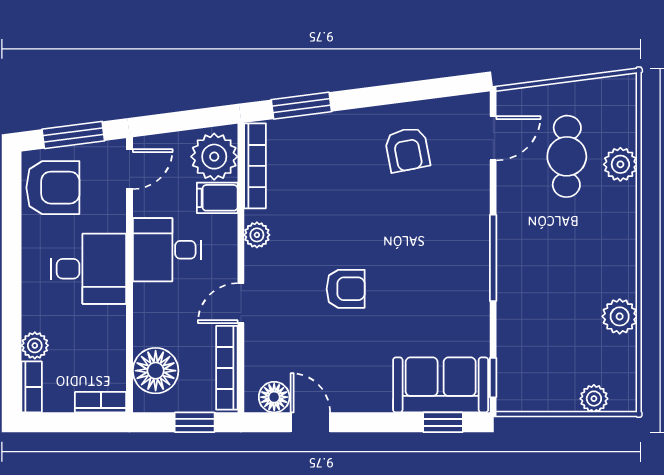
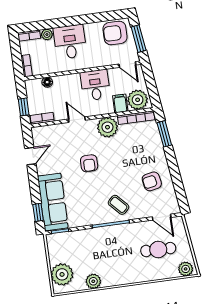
plant: (620, 164) -> (186, 269), moved
armchair: (53, 188) -> (115, 33), turned 90
coffee table: (451, 234) -> (118, 205), added
plant: (257, 235) -> (107, 127), width x1.88, depth x1.88
desk: (88, 269) -> (70, 42), moved, turned 180
bookcase: (227, 368) -> (42, 118), width x0.64
floor lamp: (156, 371) -> (47, 82), width x0.53, depth x0.53
sofa: (441, 385) -> (53, 202), width x1.36
floor lamp: (274, 397) -> (39, 139), removed
plant: (594, 399) -> (62, 274), width x1.88, depth x1.88

